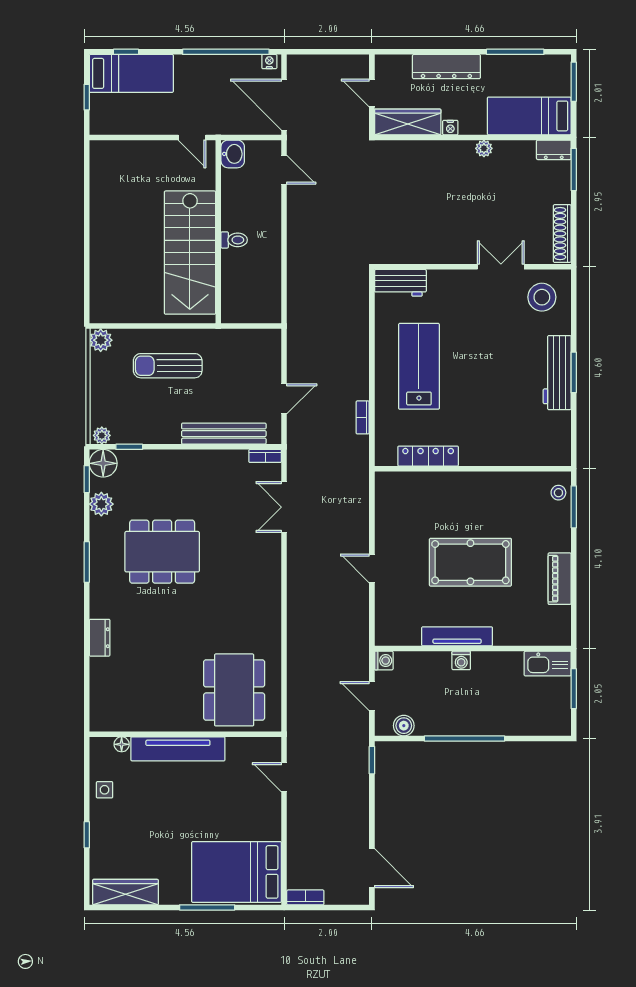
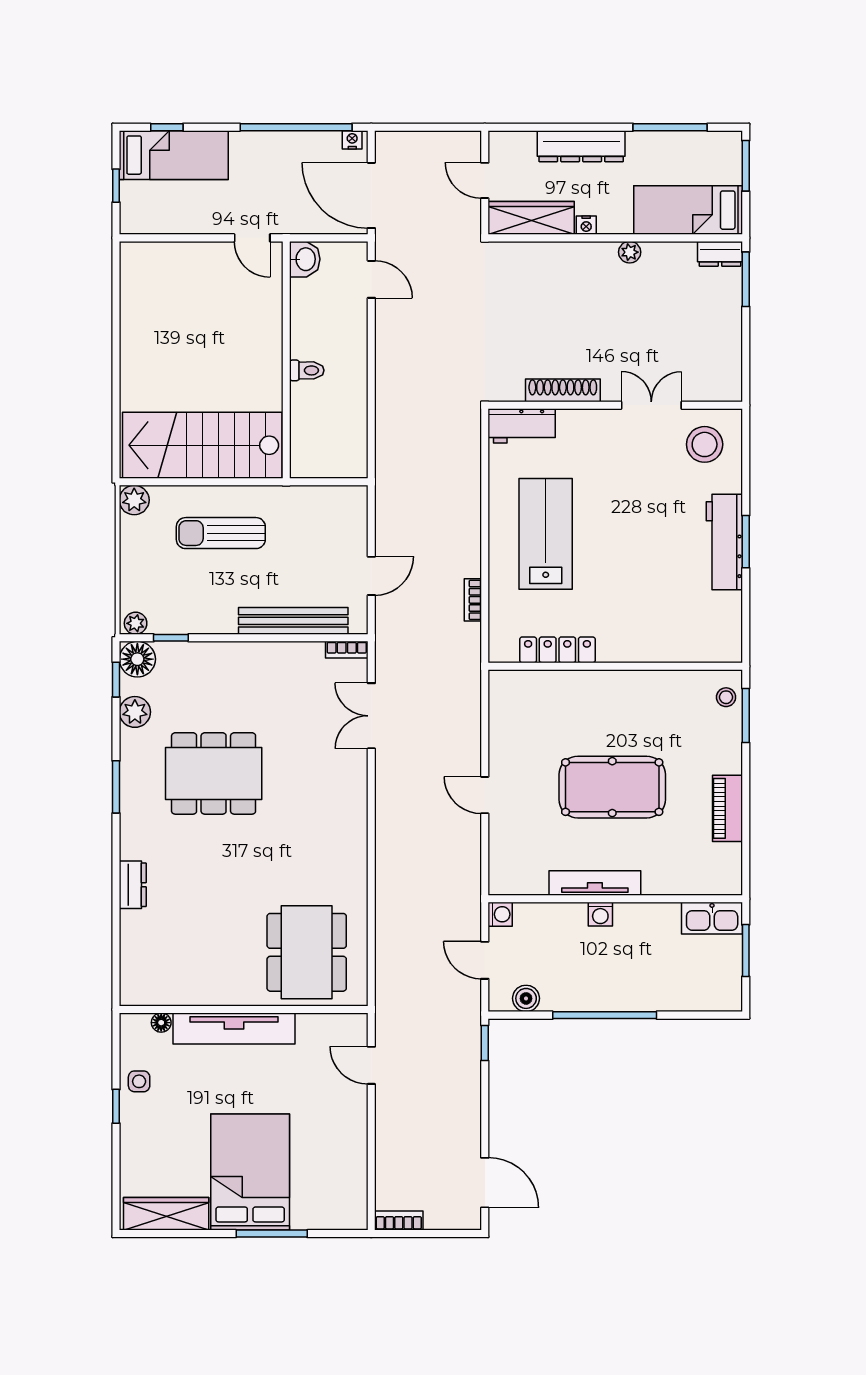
shoe rack: (562, 234) -> (563, 390), moved, turned 90
stairs: (190, 253) -> (202, 445), moved, turned 90
window: (87, 835) -> (116, 1106), moved
bed: (237, 872) -> (250, 1172), moved, turned 90

